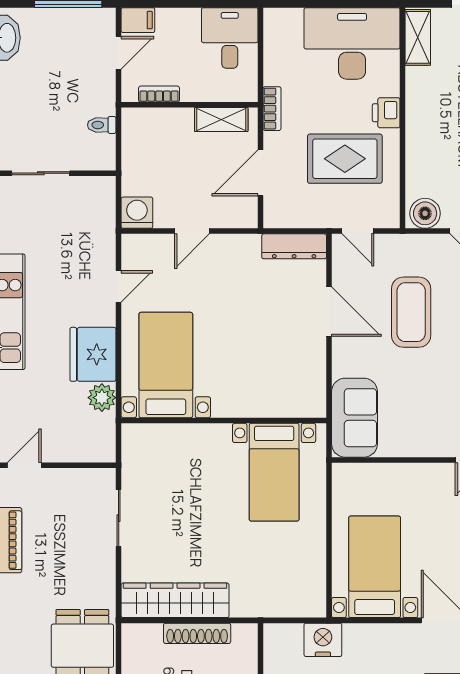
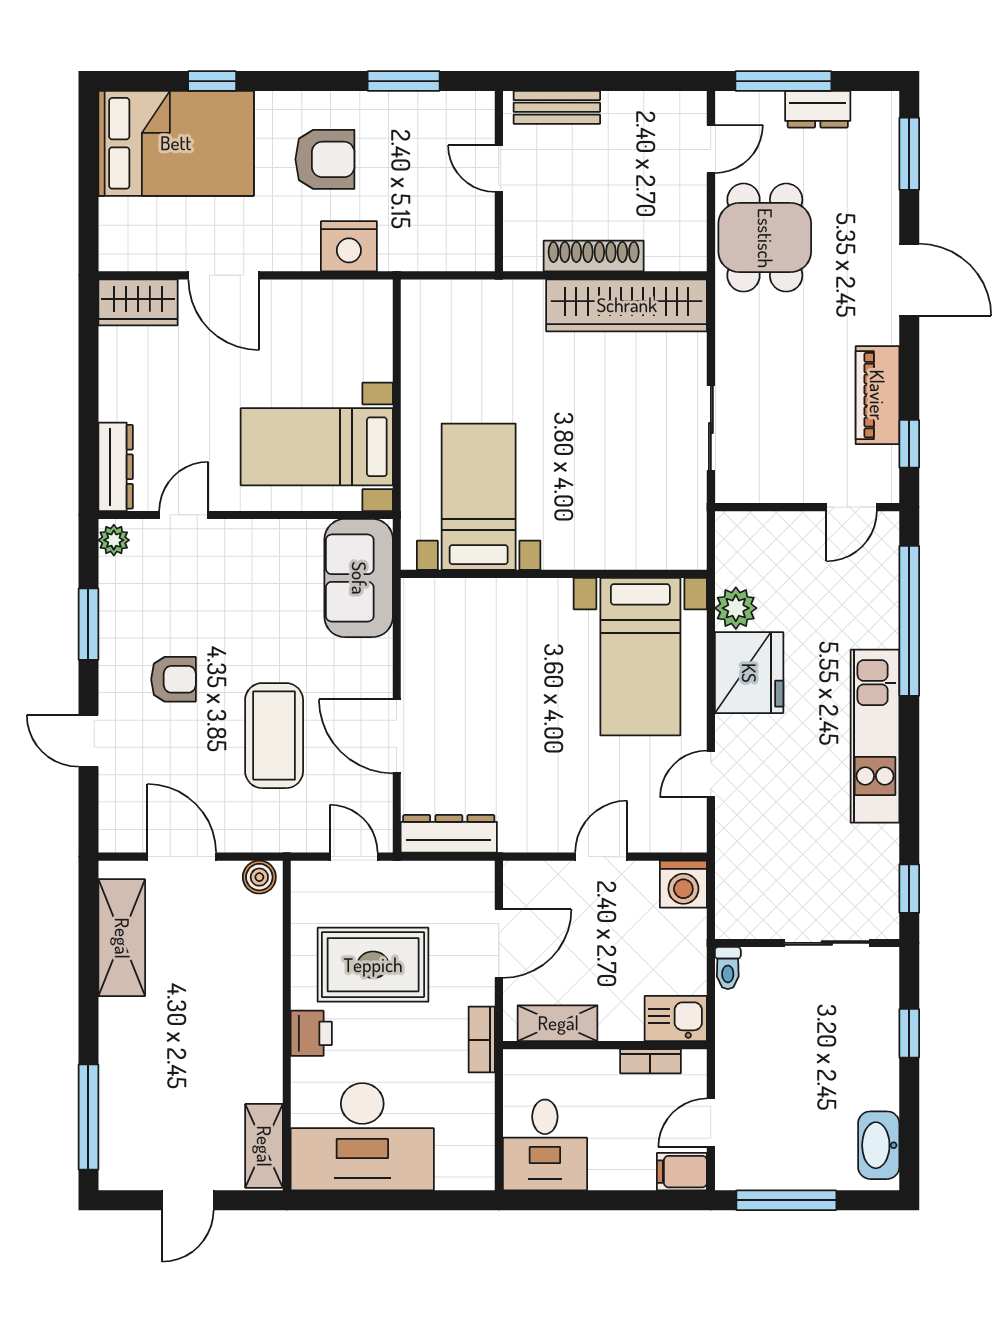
kitchen sink: (142, 123) -> (676, 1019), added
toilet: (102, 125) -> (728, 968), moved, turned 90
boiler: (425, 213) -> (259, 877), width x0.73, depth x0.73
bed with nightstands: (375, 567) -> (317, 447), moved, turned 90
nightstand: (323, 640) -> (349, 246), moved

